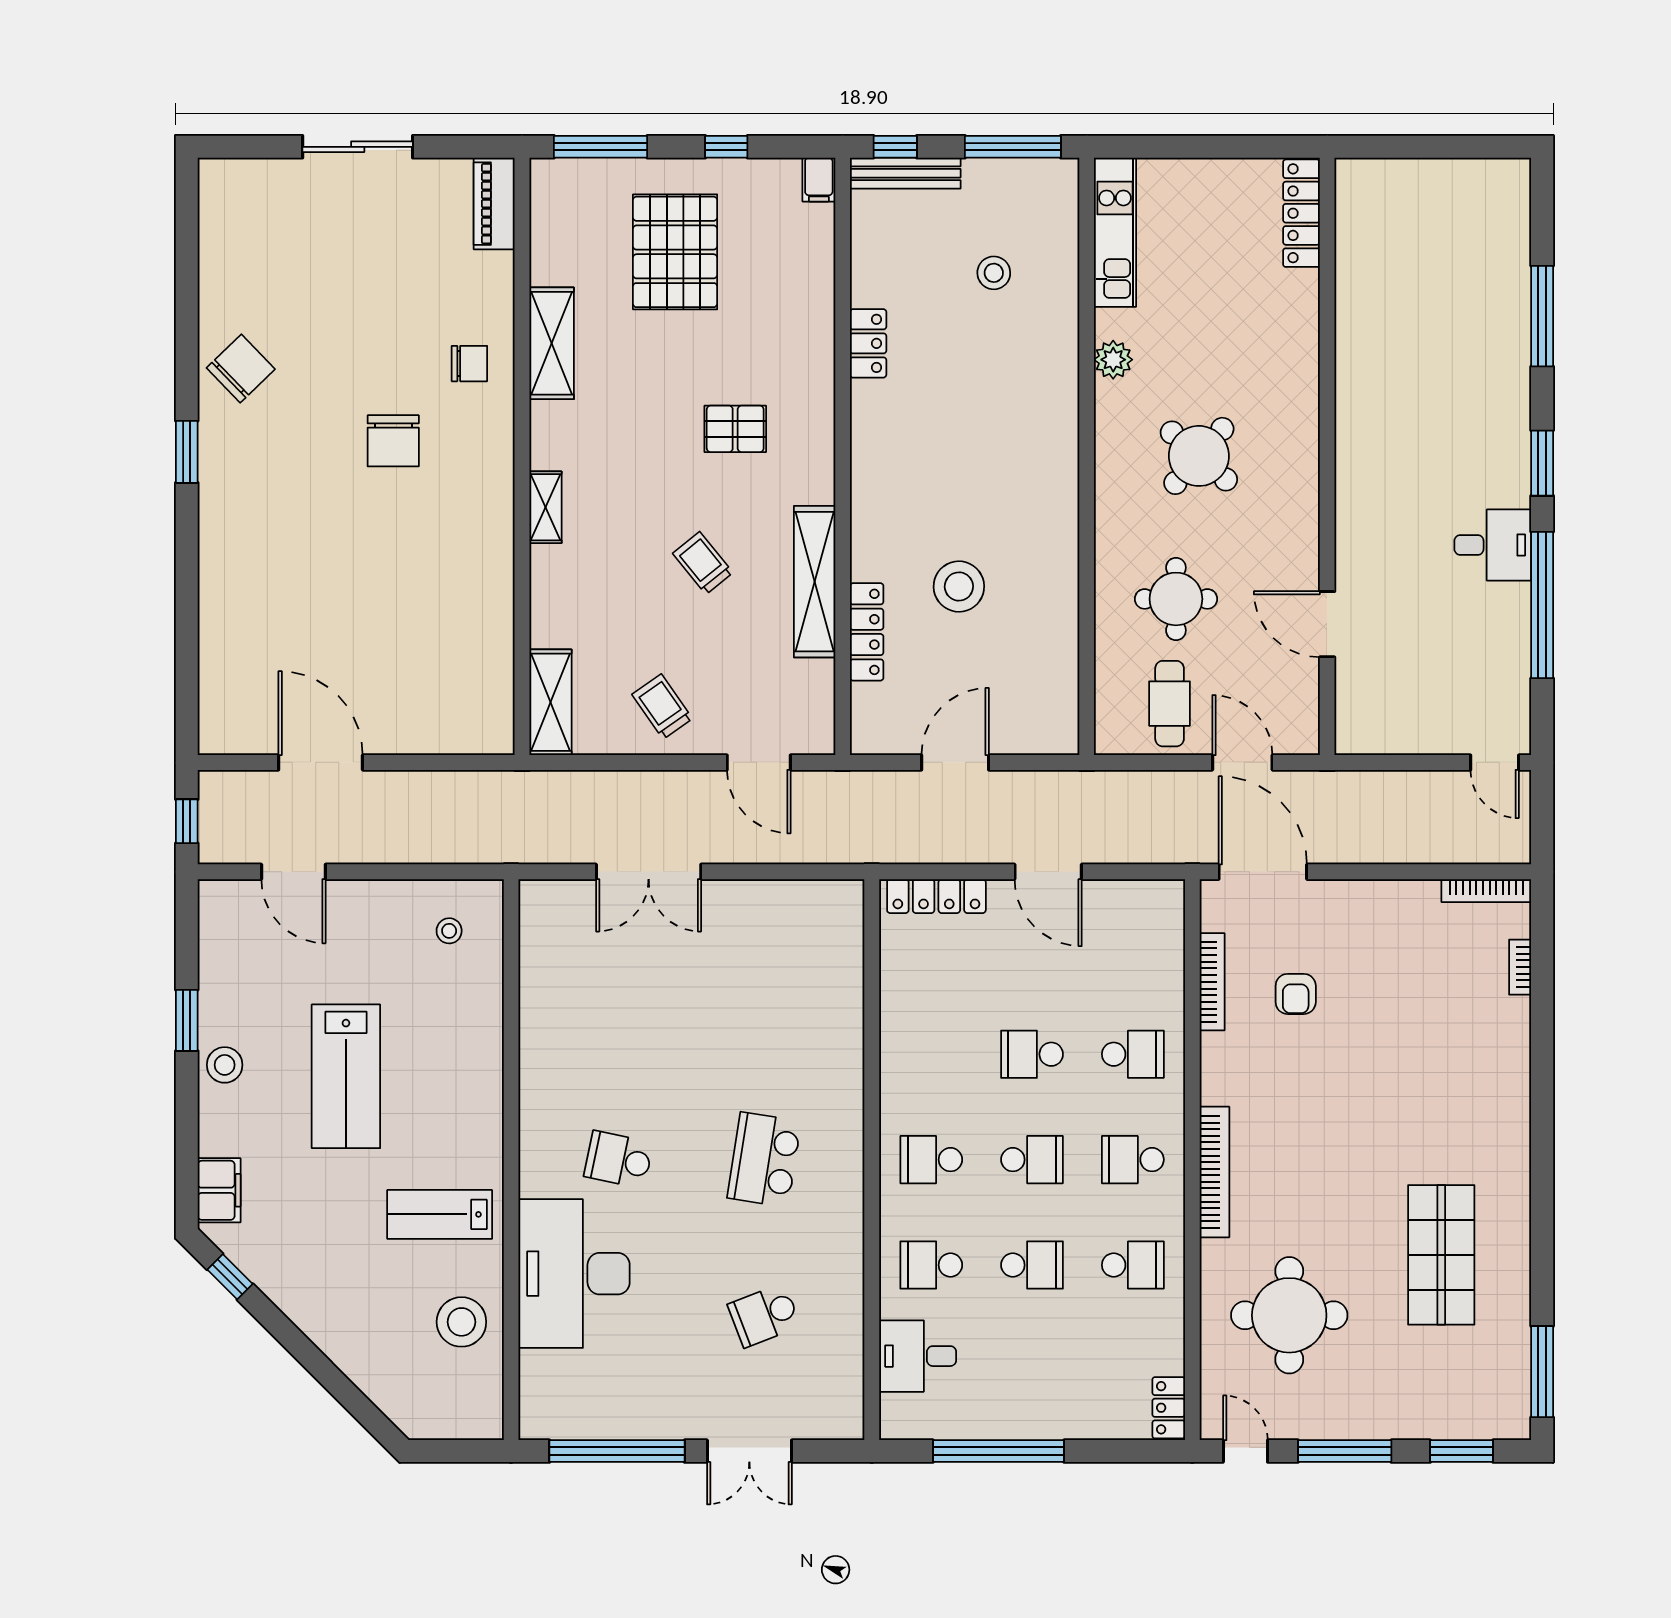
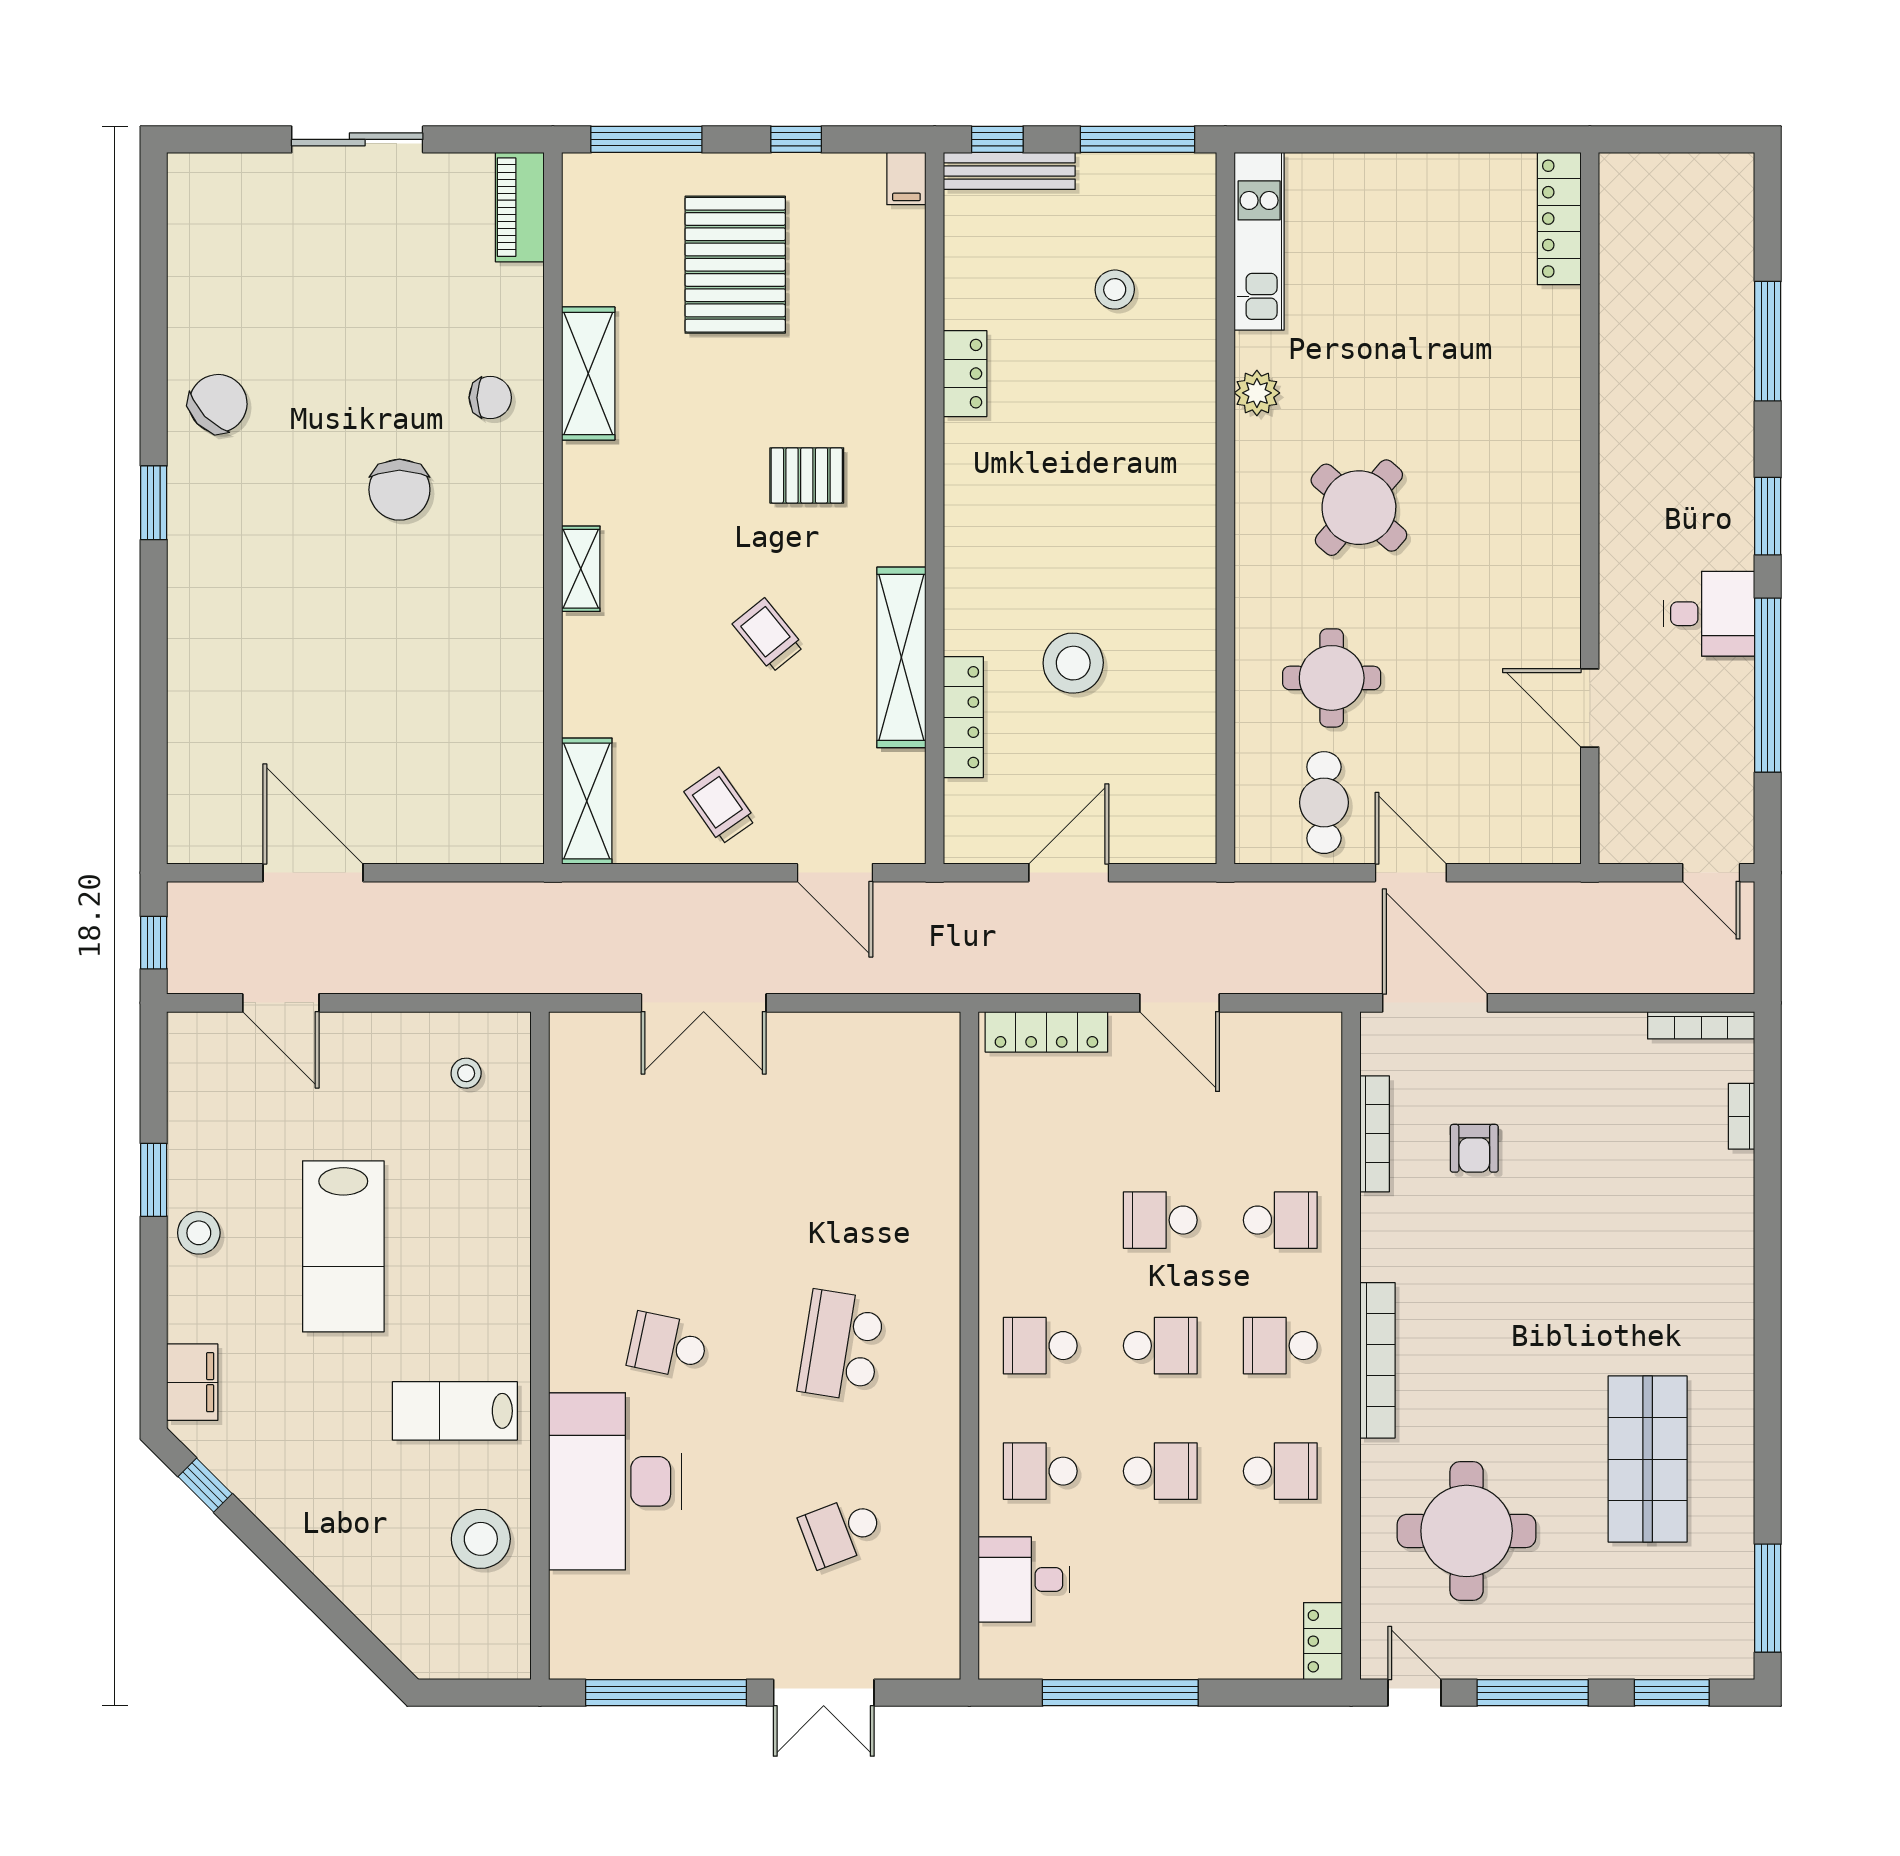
locker: (1301, 213) -> (1559, 219), moved
wall: (1327, 456) -> (1590, 508), moved
door: (1327, 624) -> (1590, 708), moved

